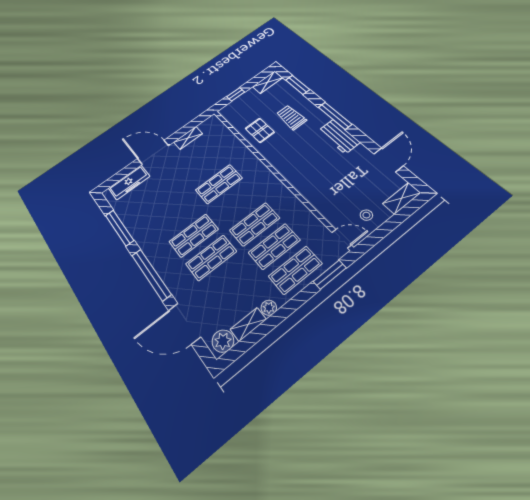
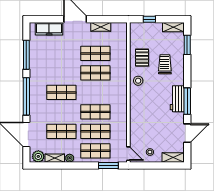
window: (335, 116) -> (187, 101), moved
stool: (276, 154) -> (138, 81), added
shop shelf: (203, 166) -> (95, 53), added
shop shelf: (211, 258) -> (61, 131), moved

